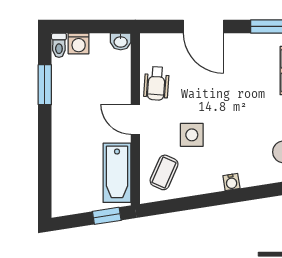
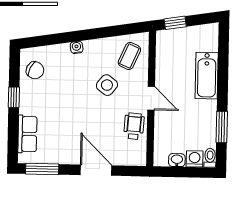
washbasin: (121, 41) -> (177, 160), moved
side table: (192, 135) -> (107, 85), turned 38
bathtub: (117, 173) -> (207, 76), moved, turned 180

